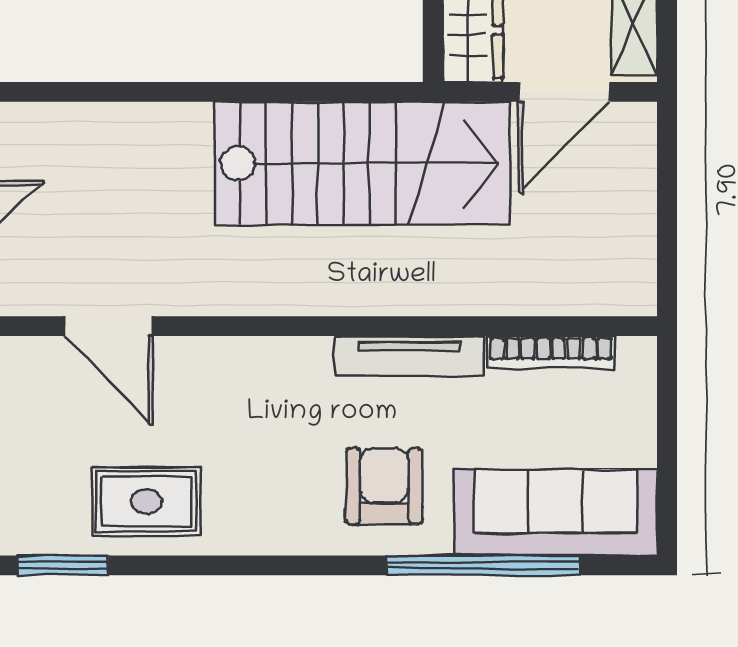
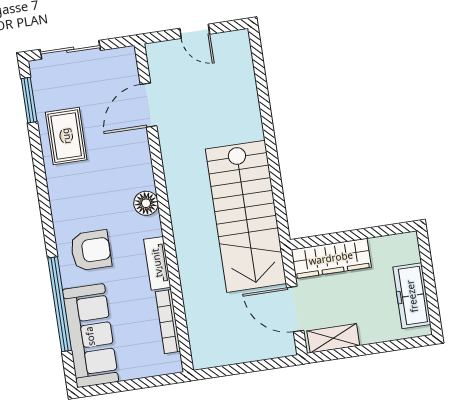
tv unit: (409, 356) -> (157, 263), width x0.71
floor lamp: (306, 361) -> (146, 203), added

